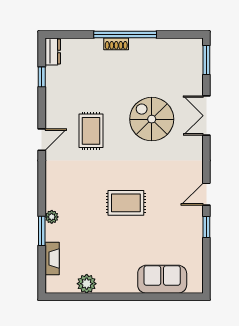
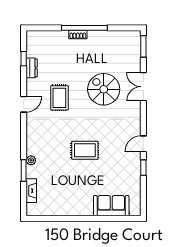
dresser: (53, 51) -> (32, 68), moved
plant: (87, 284) -> (56, 209), removed

